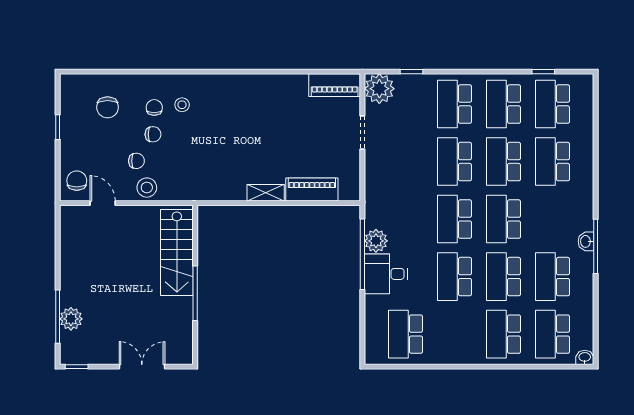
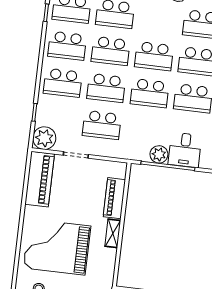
piano: (335, 85) -> (40, 179), width x1.37, depth x1.33
grand piano: (239, 122) -> (57, 247), added
school desk: (405, 162) -> (102, 125), added

